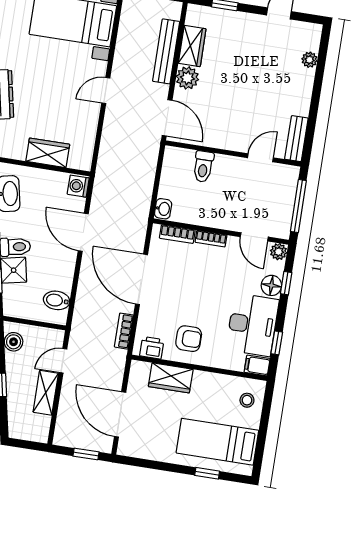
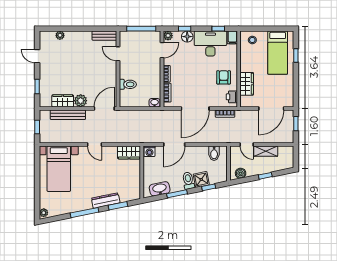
wardrobe: (48, 153) -> (129, 152), moved, turned -90

